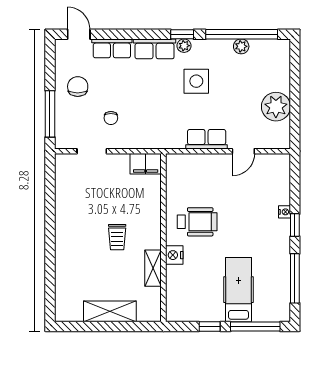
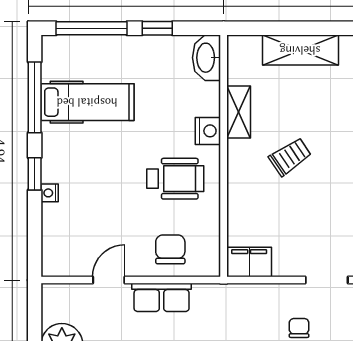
chair: (200, 173) -> (170, 249), added
wheelchair: (197, 222) -> (175, 179), turned 180
trolley: (117, 237) -> (290, 157), turned 56
hospital bed: (238, 290) -> (87, 102), moved, turned -90
washbasin: (175, 306) -> (207, 58), added

